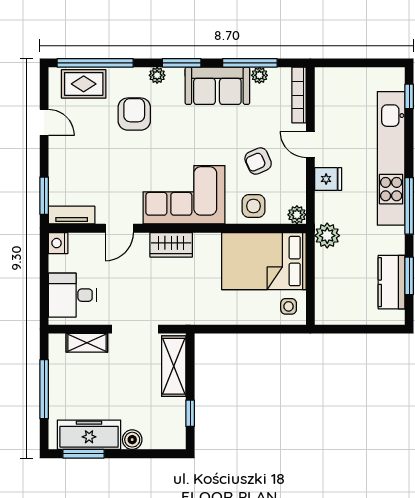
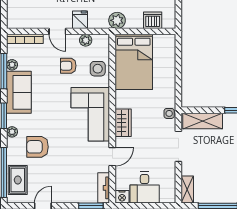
door: (310, 145) -> (57, 31), hinge flipped
armchair: (258, 161) -> (68, 66), turned 114
plant: (297, 215) -> (86, 40), moved
door: (119, 228) -> (112, 157), hinge flipped
dishwasher: (328, 290) -> (153, 20), added
desk: (72, 295) -> (145, 187), moved
side table: (289, 306) -> (169, 113), moved
shelving: (87, 343) -> (187, 189), moved

